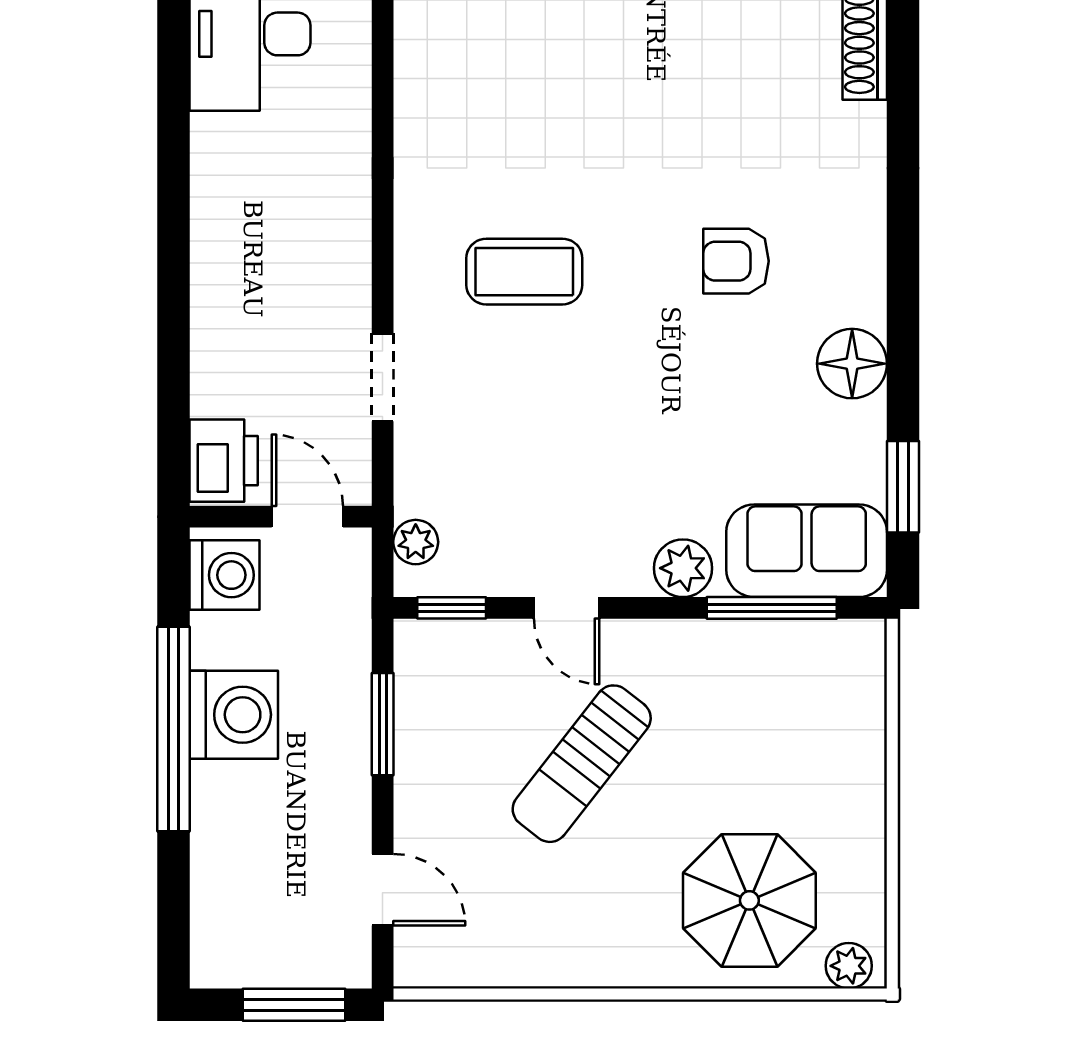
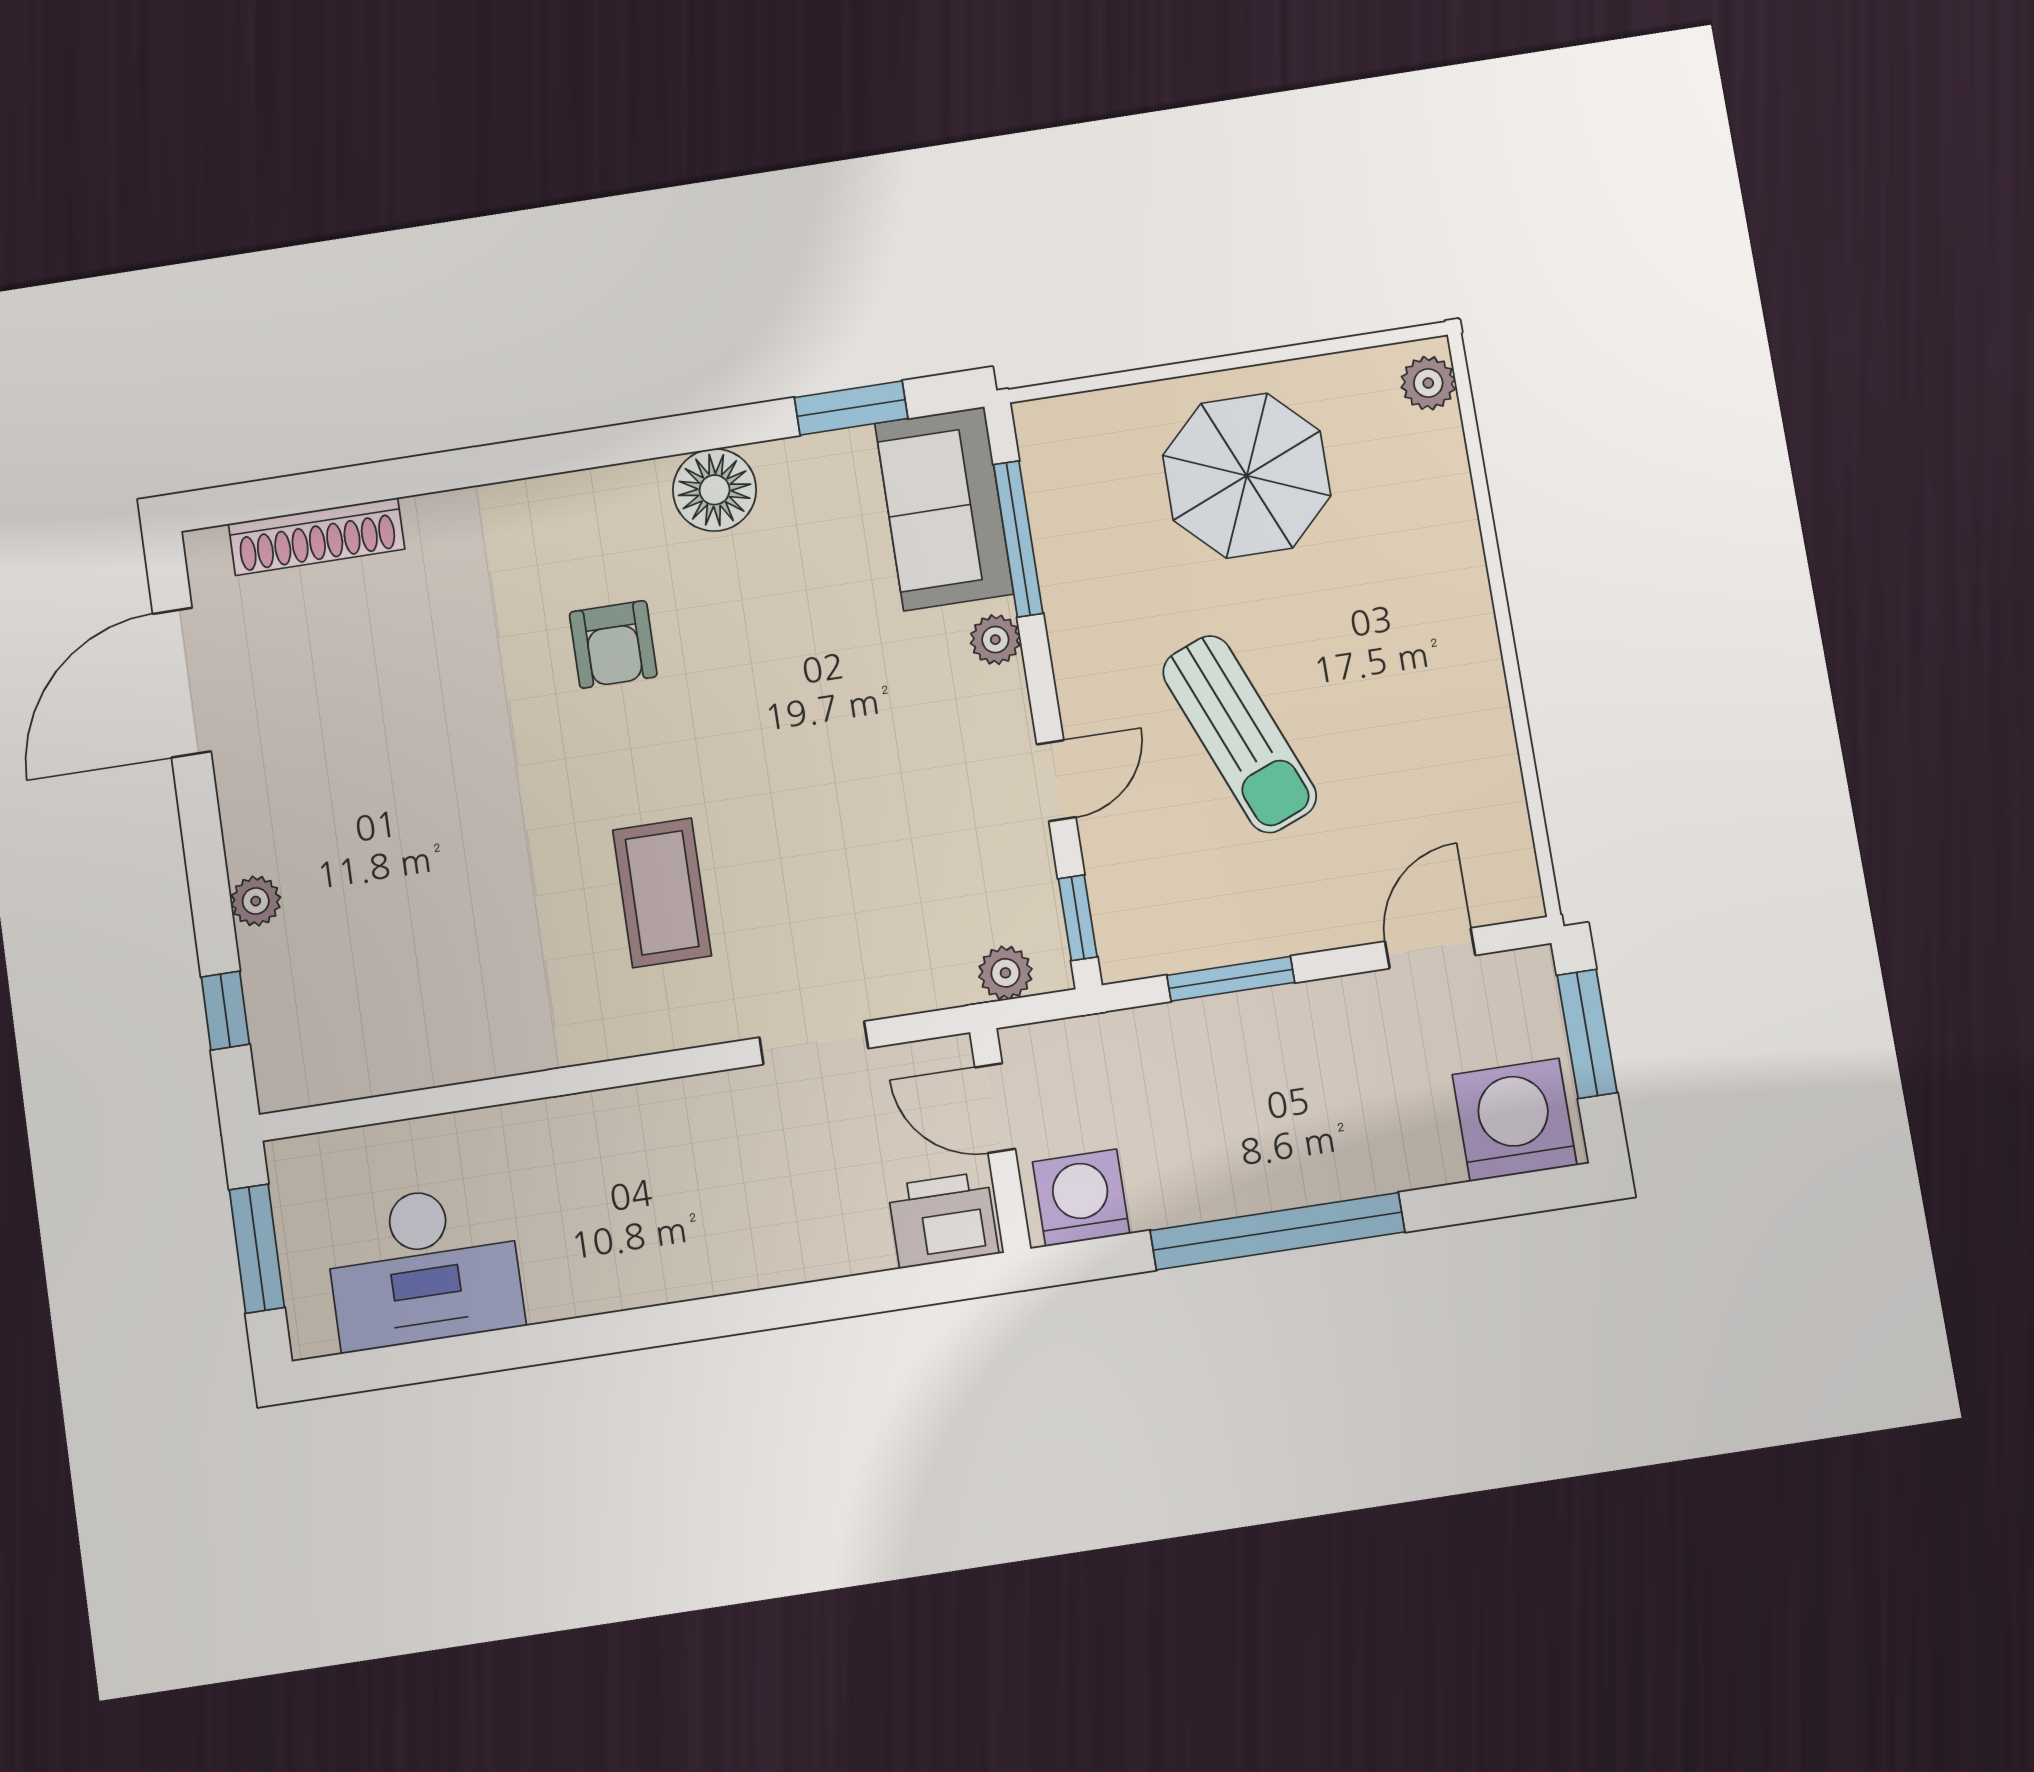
door: (307, 517) -> (995, 1108), hinge flipped
plant: (683, 568) -> (995, 640), width x0.73, depth x0.73
washing machine: (234, 715) -> (1515, 1120), moved
sun lounger: (582, 764) -> (1240, 734), turned 30
parasol: (749, 900) -> (1247, 476), moved

